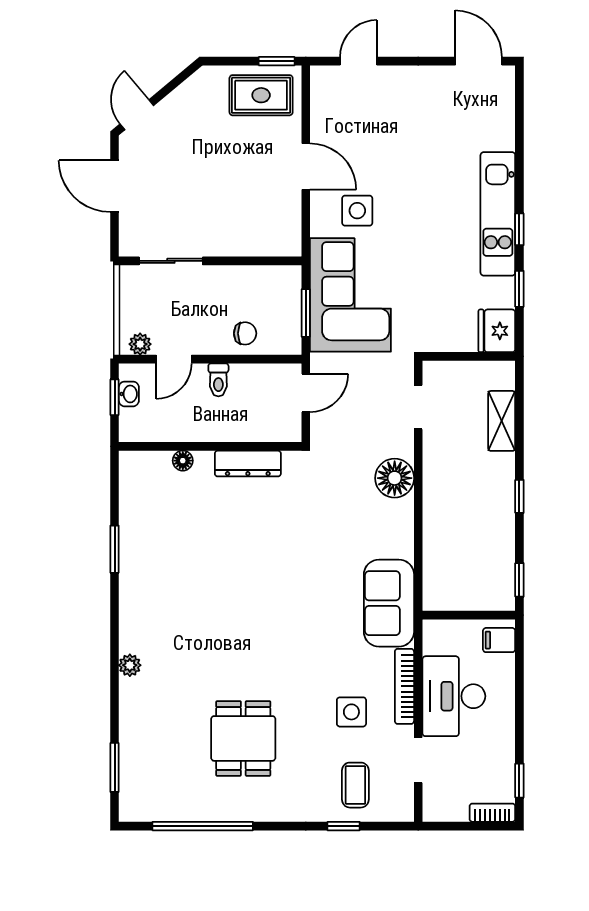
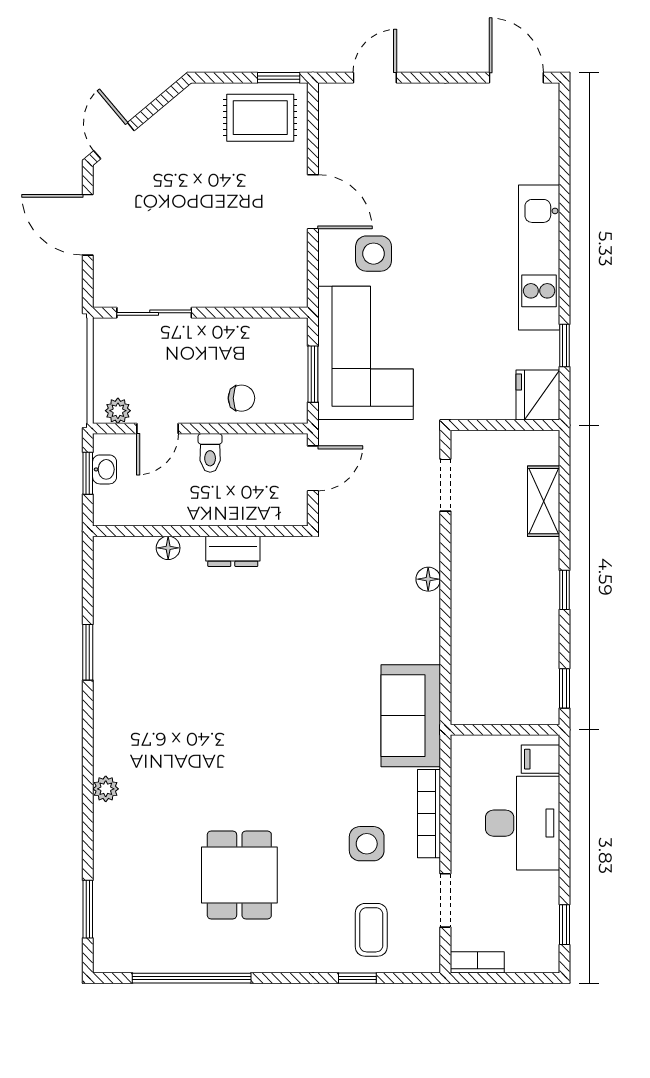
window: (519, 229) -> (564, 276), removed
dresser: (248, 464) -> (233, 551), width x0.70
floor lamp: (395, 478) -> (428, 579), width x0.53, depth x0.53
desk: (454, 696) -> (523, 823), moved, turned 180
bookcase: (492, 813) -> (477, 962), moved

